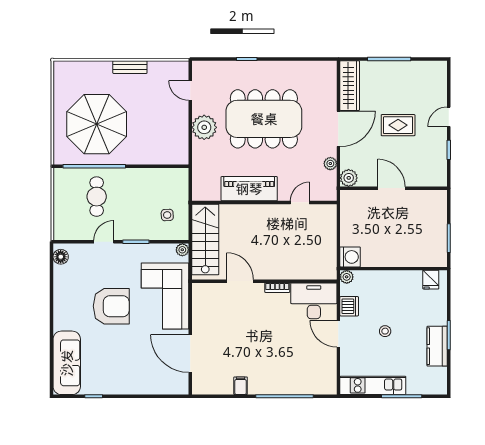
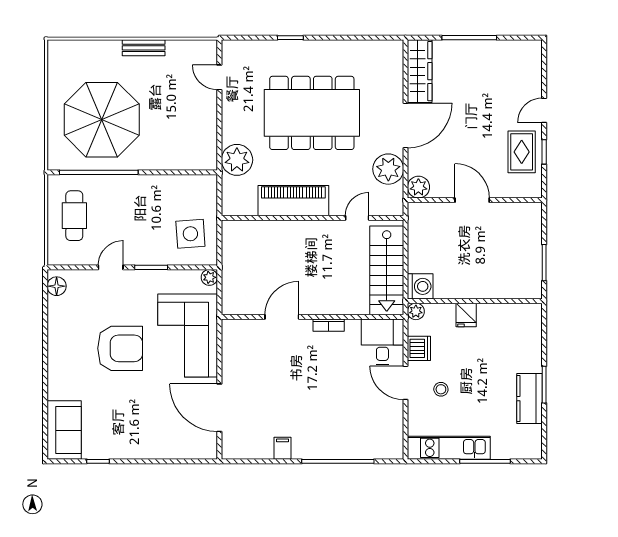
rug: (398, 125) -> (522, 152), moved, turned 90
plant: (204, 127) -> (237, 160), moved
plant: (330, 164) -> (388, 169), width x1.88, depth x1.88
cafe table: (97, 197) -> (74, 216), moved
side table: (167, 215) -> (190, 234), width x1.87, depth x1.87
stairs: (205, 239) -> (387, 270), moved, turned 180
fridge: (431, 280) -> (466, 315), moved
door: (240, 281) -> (282, 317), hinge flipped
desk: (314, 301) -> (382, 342), width x0.73
stool: (385, 331) -> (441, 389), moved
sofa: (67, 363) -> (64, 430), width x0.73

